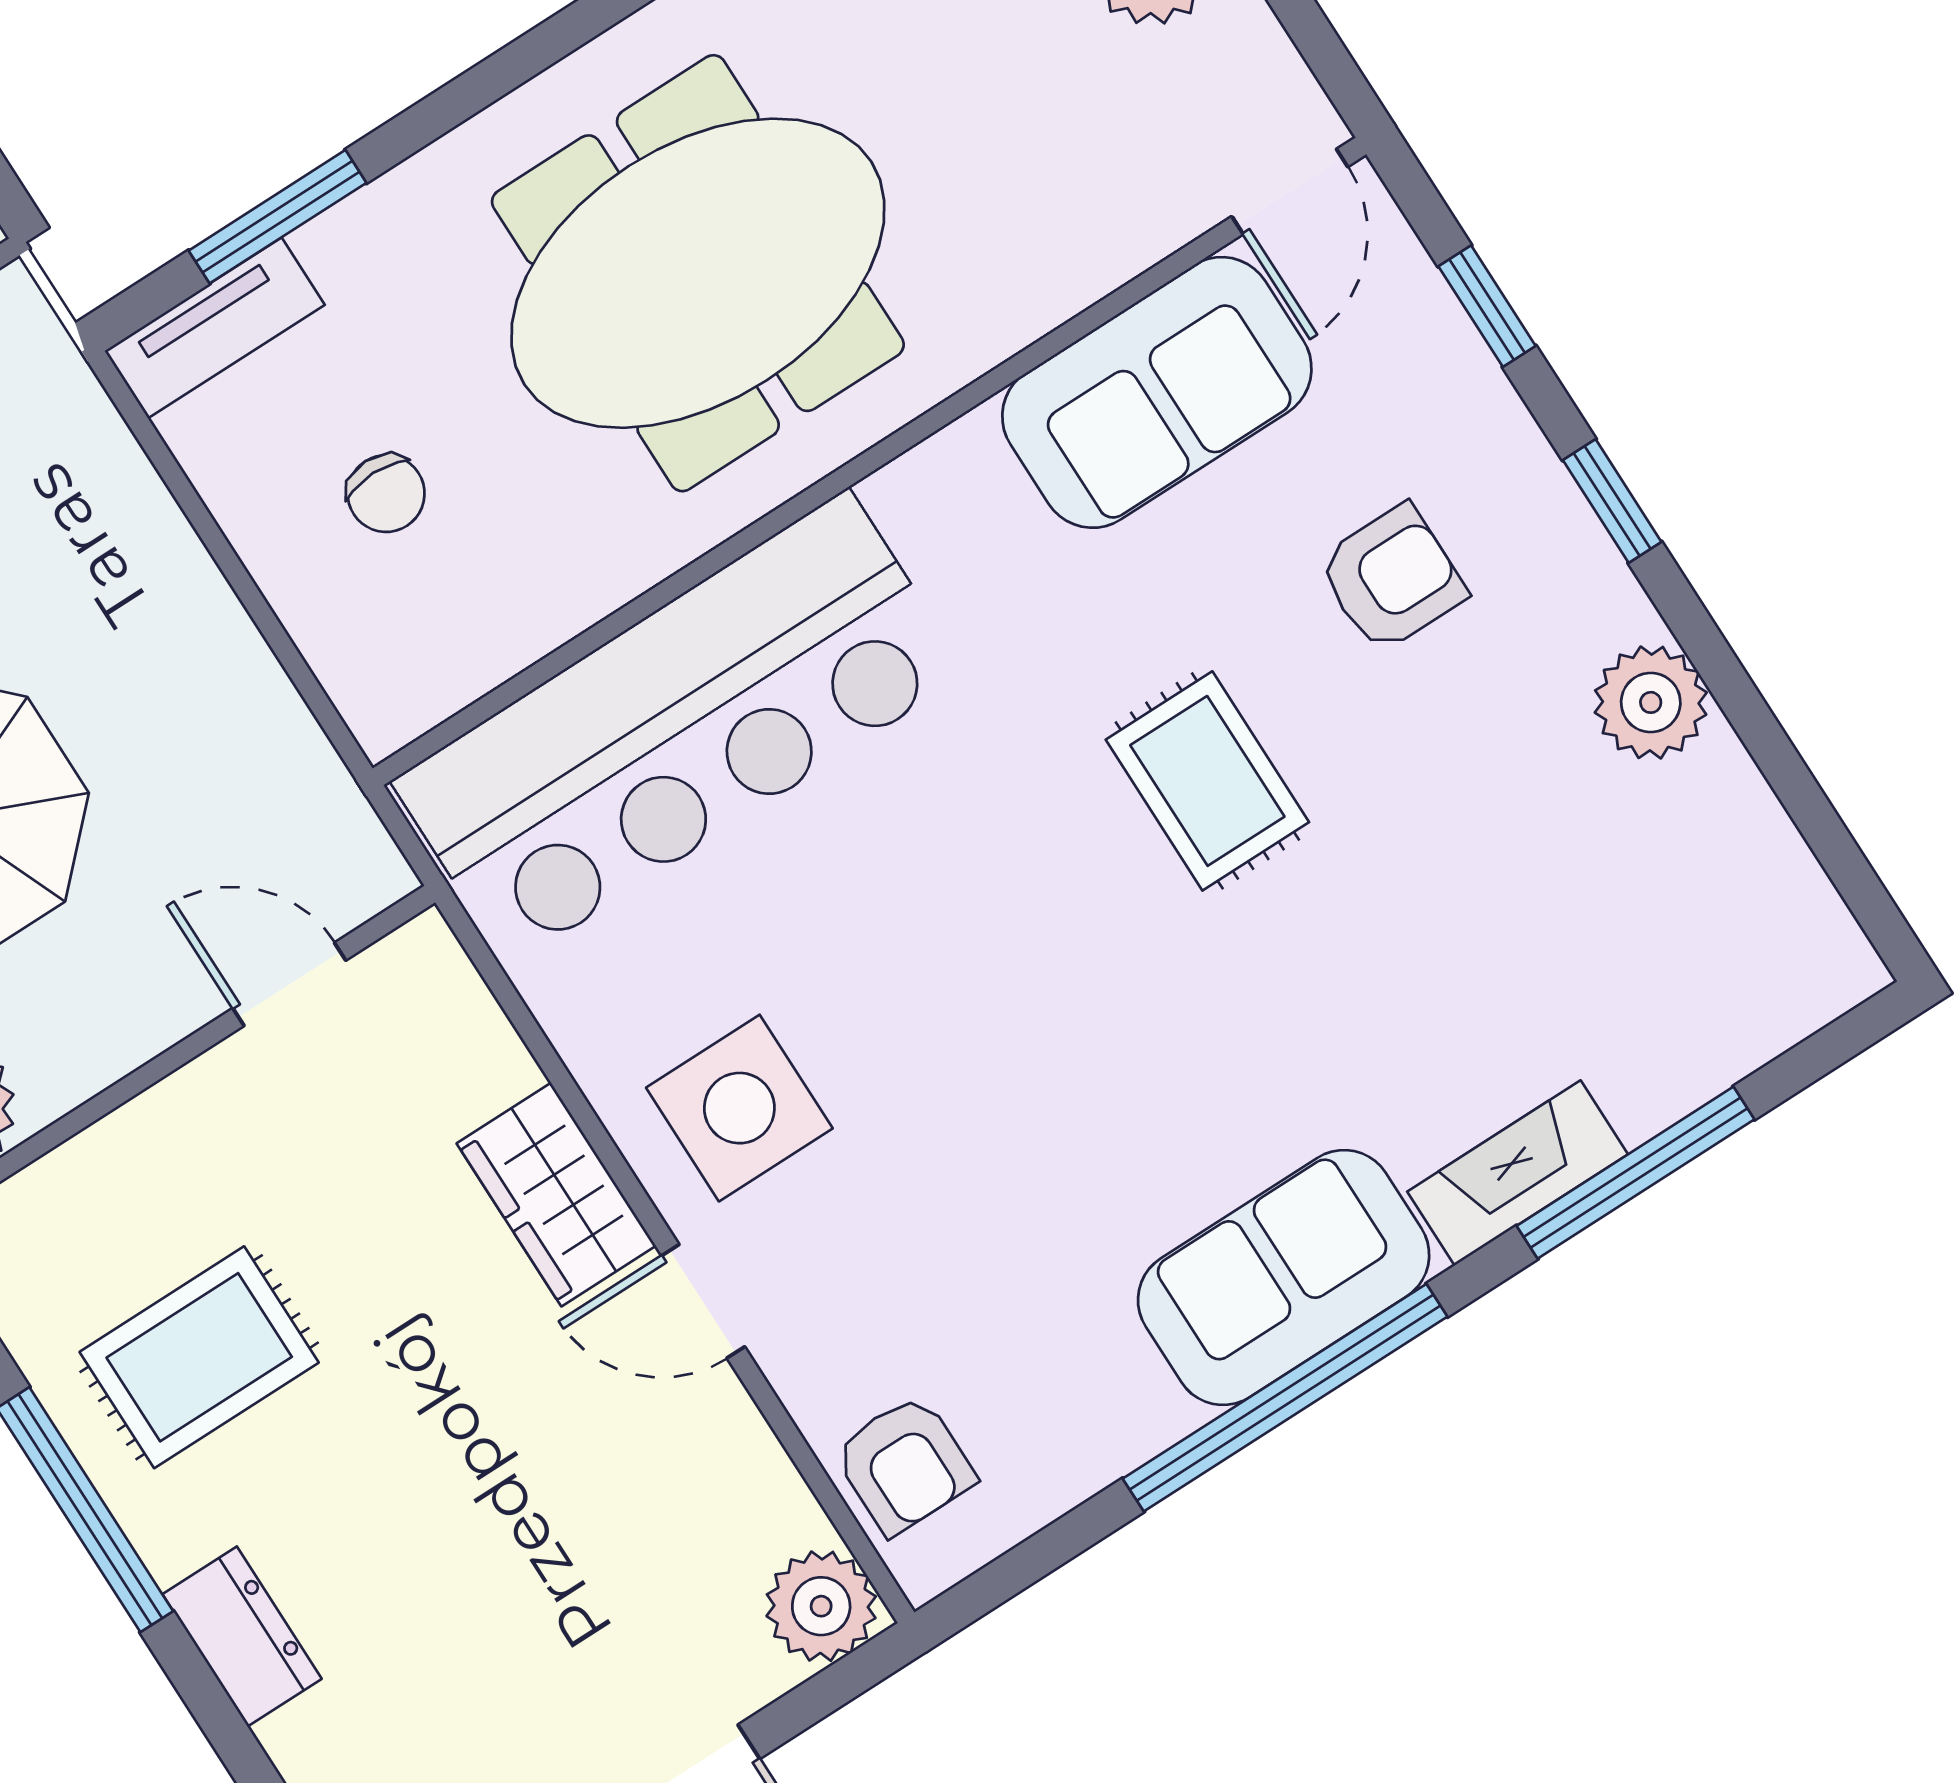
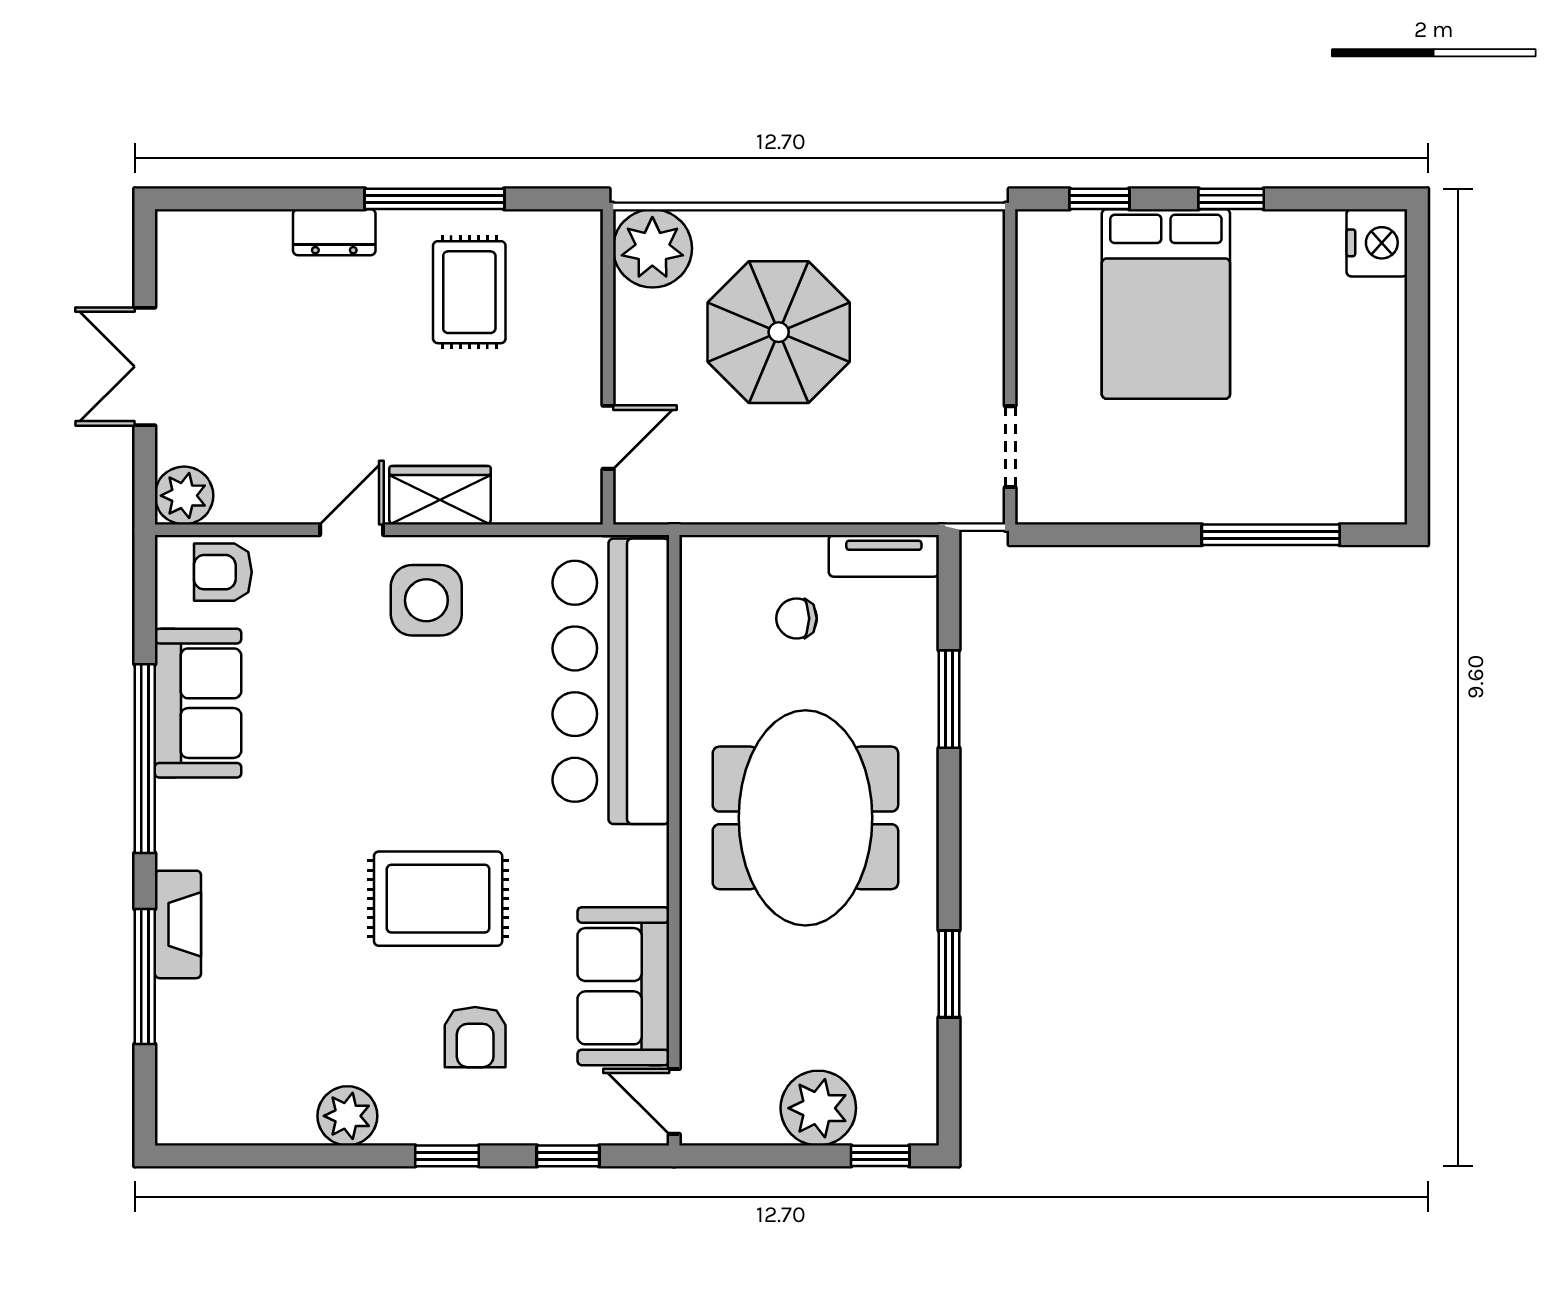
window: (278, 217) -> (949, 699), moved
tv unit: (215, 328) -> (884, 556), moved, turned -90
rug: (1207, 781) -> (438, 899), width x1.36, depth x1.43
sofa: (1284, 1277) -> (198, 703), moved

